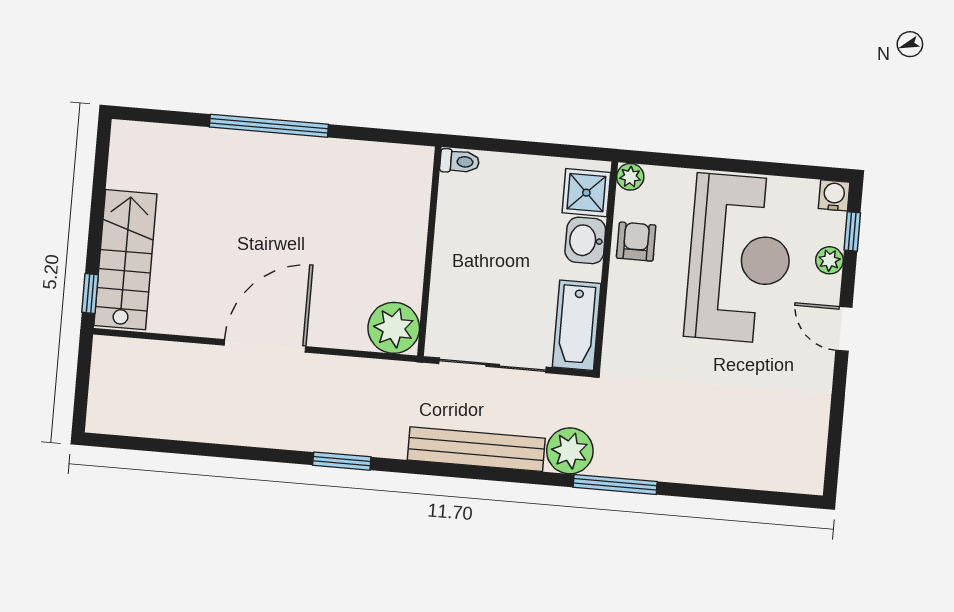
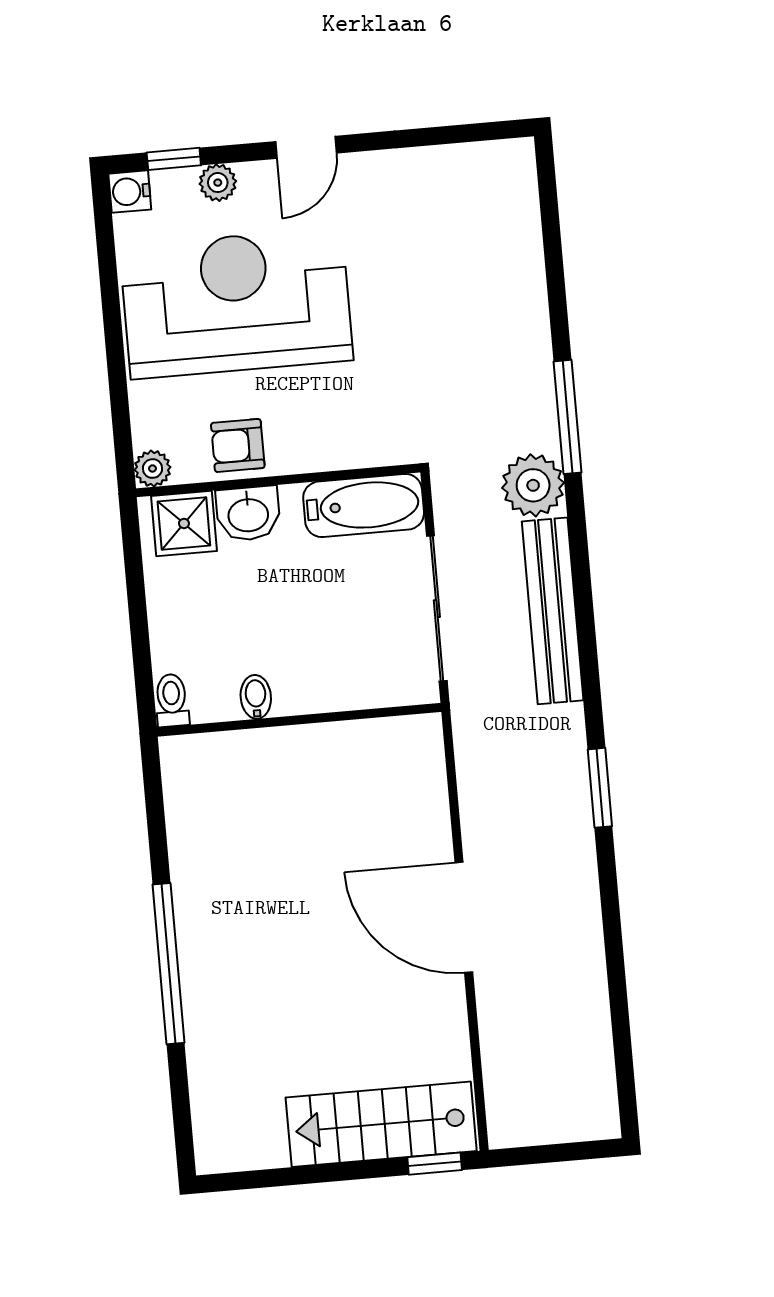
bidet: (451, 223) -> (256, 697), added
plant: (394, 328) -> (410, 750), removed

